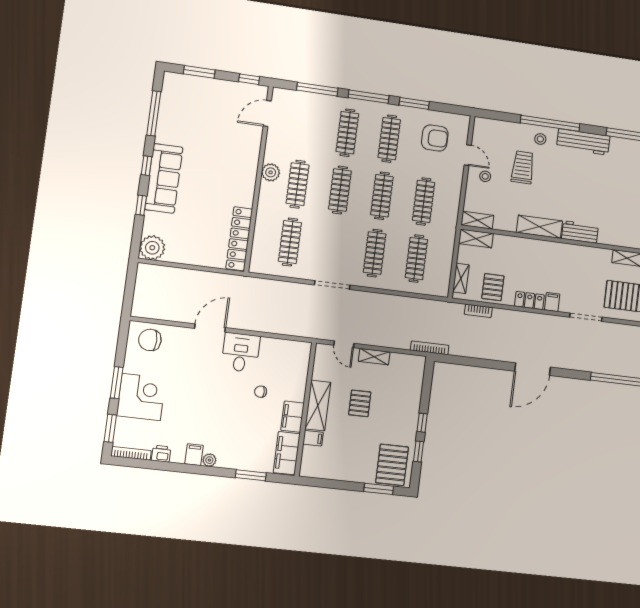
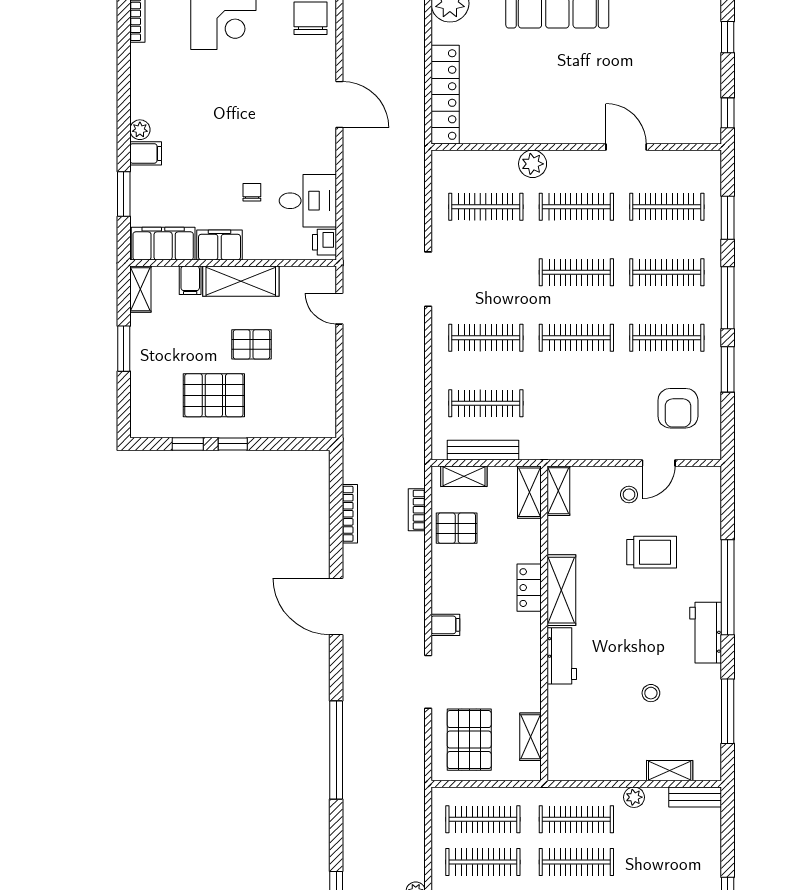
window: (199, 72) -> (728, 37), width x0.67
window: (317, 89) -> (728, 218), width x0.69
door: (267, 113) -> (626, 147), moved
stool: (540, 139) -> (651, 693), moved
workbench: (583, 142) -> (706, 633), width x0.73
plant: (271, 172) -> (533, 164), moved
clothes rail: (424, 201) -> (667, 207), moved
locker: (239, 239) -> (445, 95), moved, turned 90
bench: (446, 264) -> (483, 450), added
locker: (529, 300) -> (529, 588), moved, turned 180
door: (344, 344) -> (339, 309), hinge flipped
bookcase: (430, 348) -> (350, 514), moved
desk: (241, 352) -> (308, 201), moved
shelving: (374, 357) -> (140, 289), moved
printer: (161, 454) -> (324, 242), moved, turned 180
filing cabinet: (194, 455) -> (146, 153), moved
pallet: (392, 465) -> (214, 395), moved
window: (379, 489) -> (124, 349), moved

